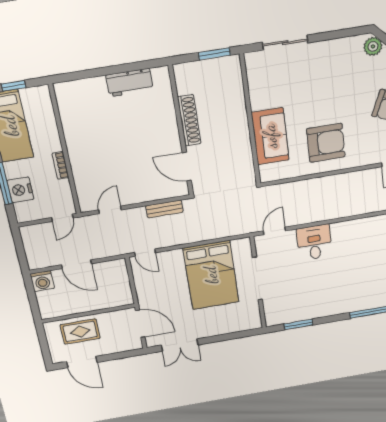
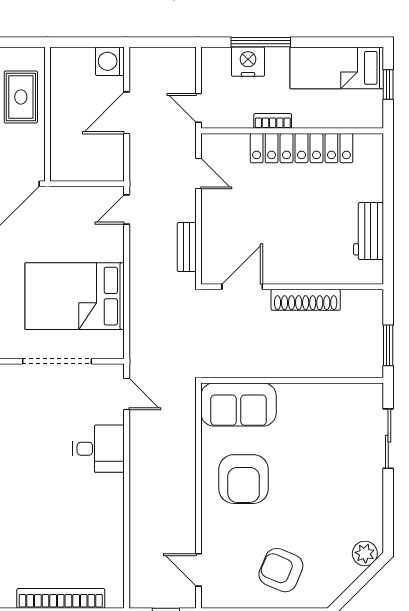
sofa: (270, 136) -> (239, 404), moved
locker: (76, 142) -> (302, 148), added

